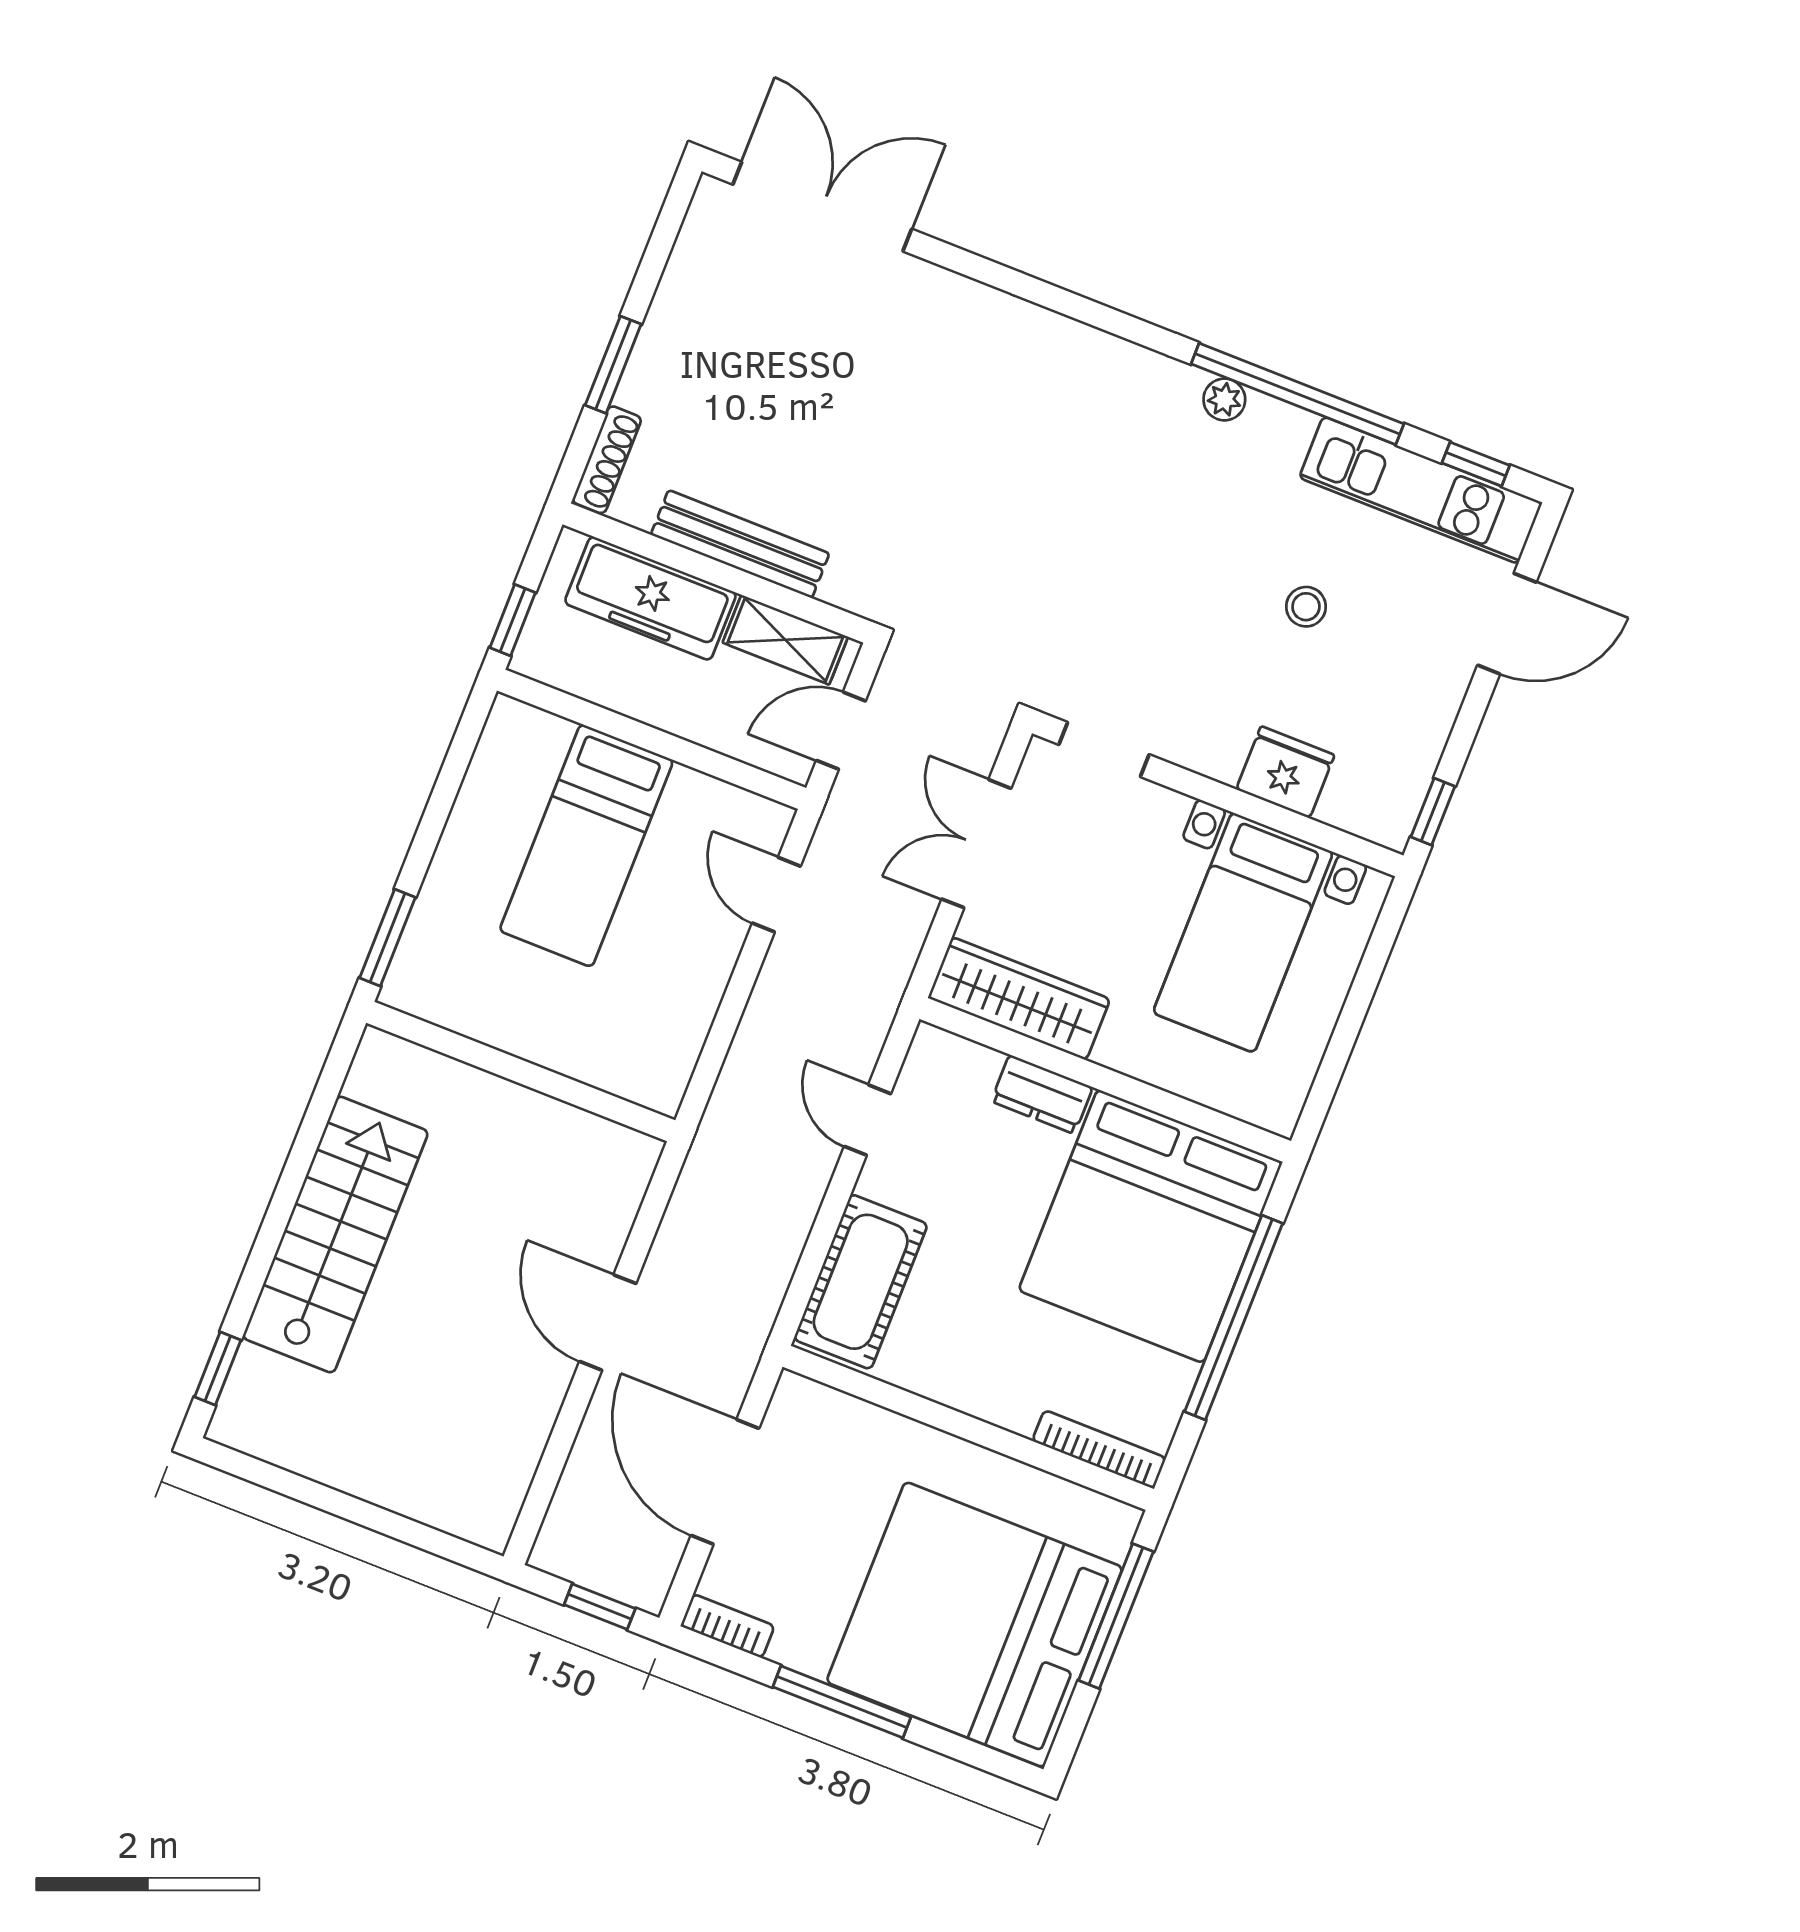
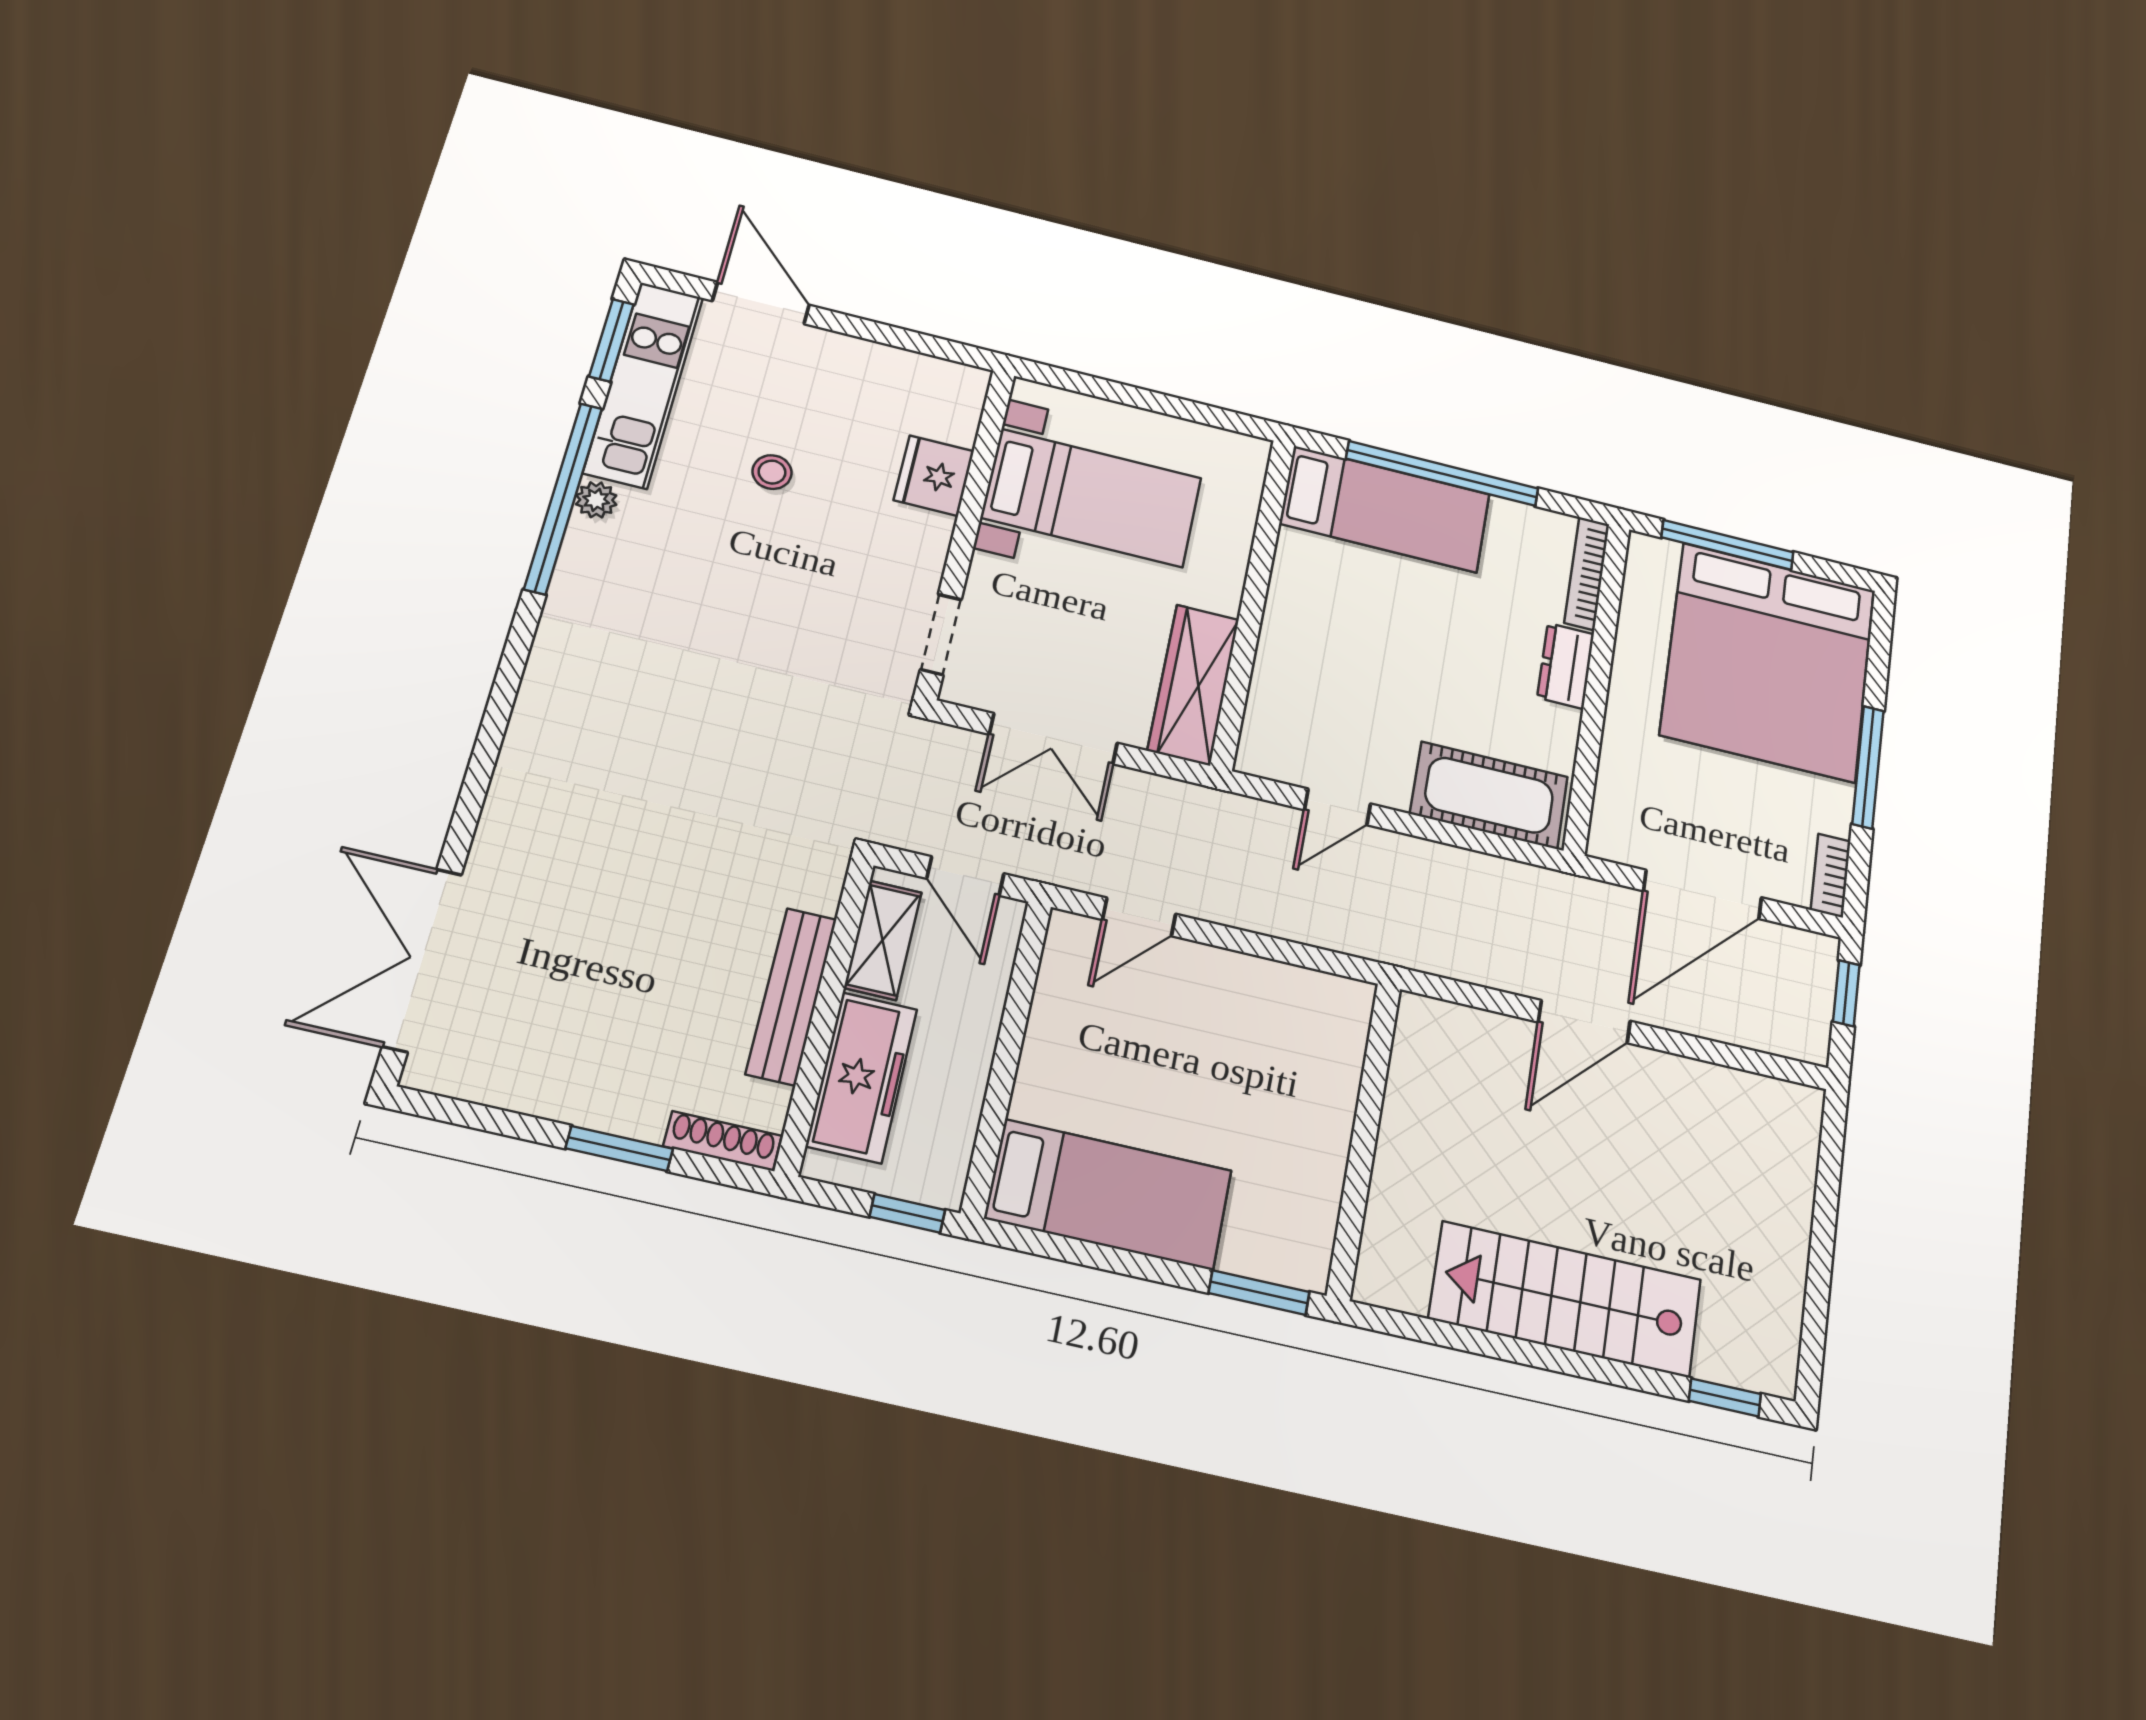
plant: (1224, 399) -> (596, 500), moved
window: (1476, 464) -> (611, 340), width x1.50
window: (1433, 812) -> (948, 350), removed
bed: (586, 845) -> (1109, 1194), moved
dresser: (1042, 1094) -> (1566, 666), moved, turned 180
bed: (1150, 1226) -> (1385, 509), width x0.49

